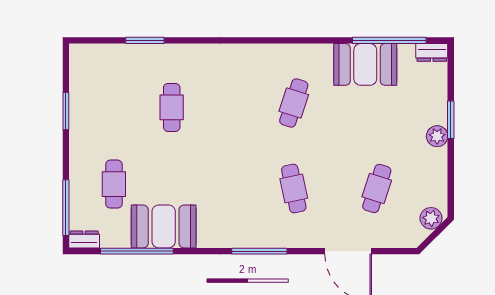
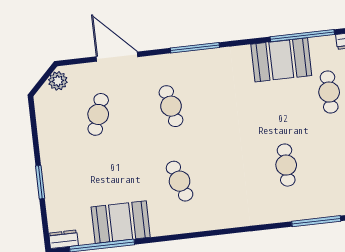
window: (145, 40) -> (316, 221), width x1.44
cafe table: (294, 103) -> (180, 181), turned -36
plant: (437, 136) -> (51, 166), removed
plant: (431, 218) -> (58, 81), moved

